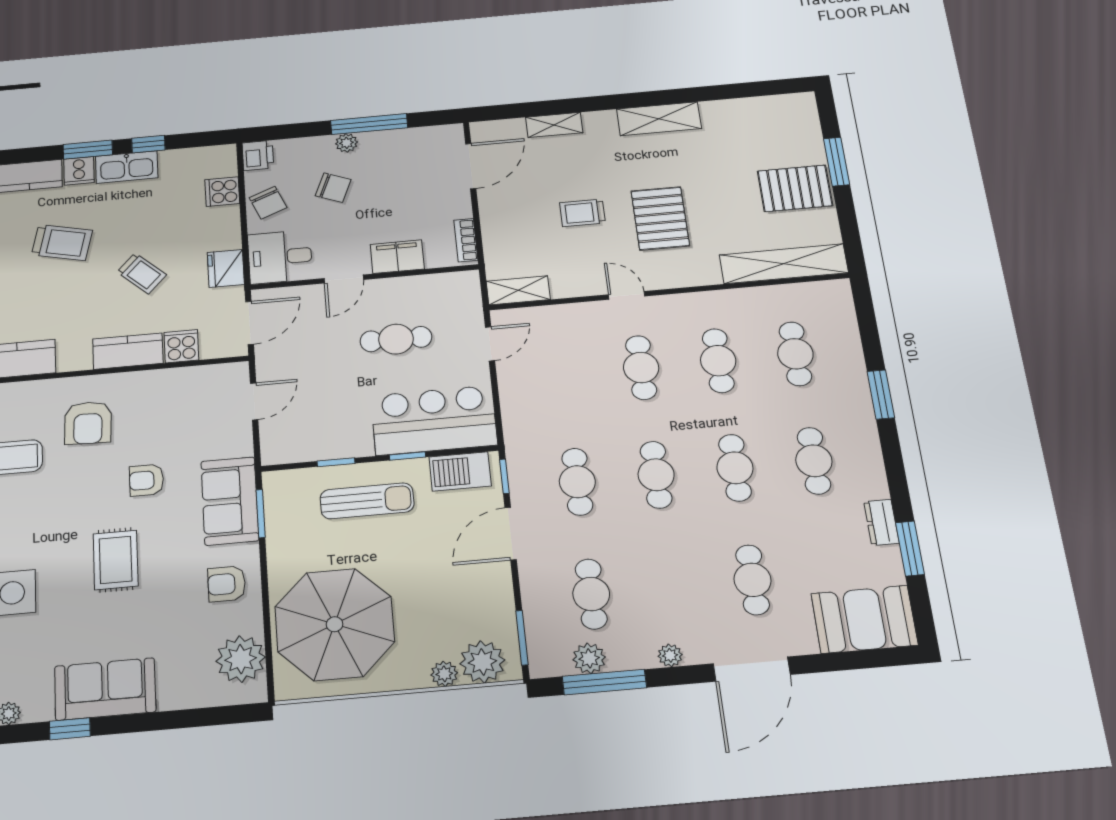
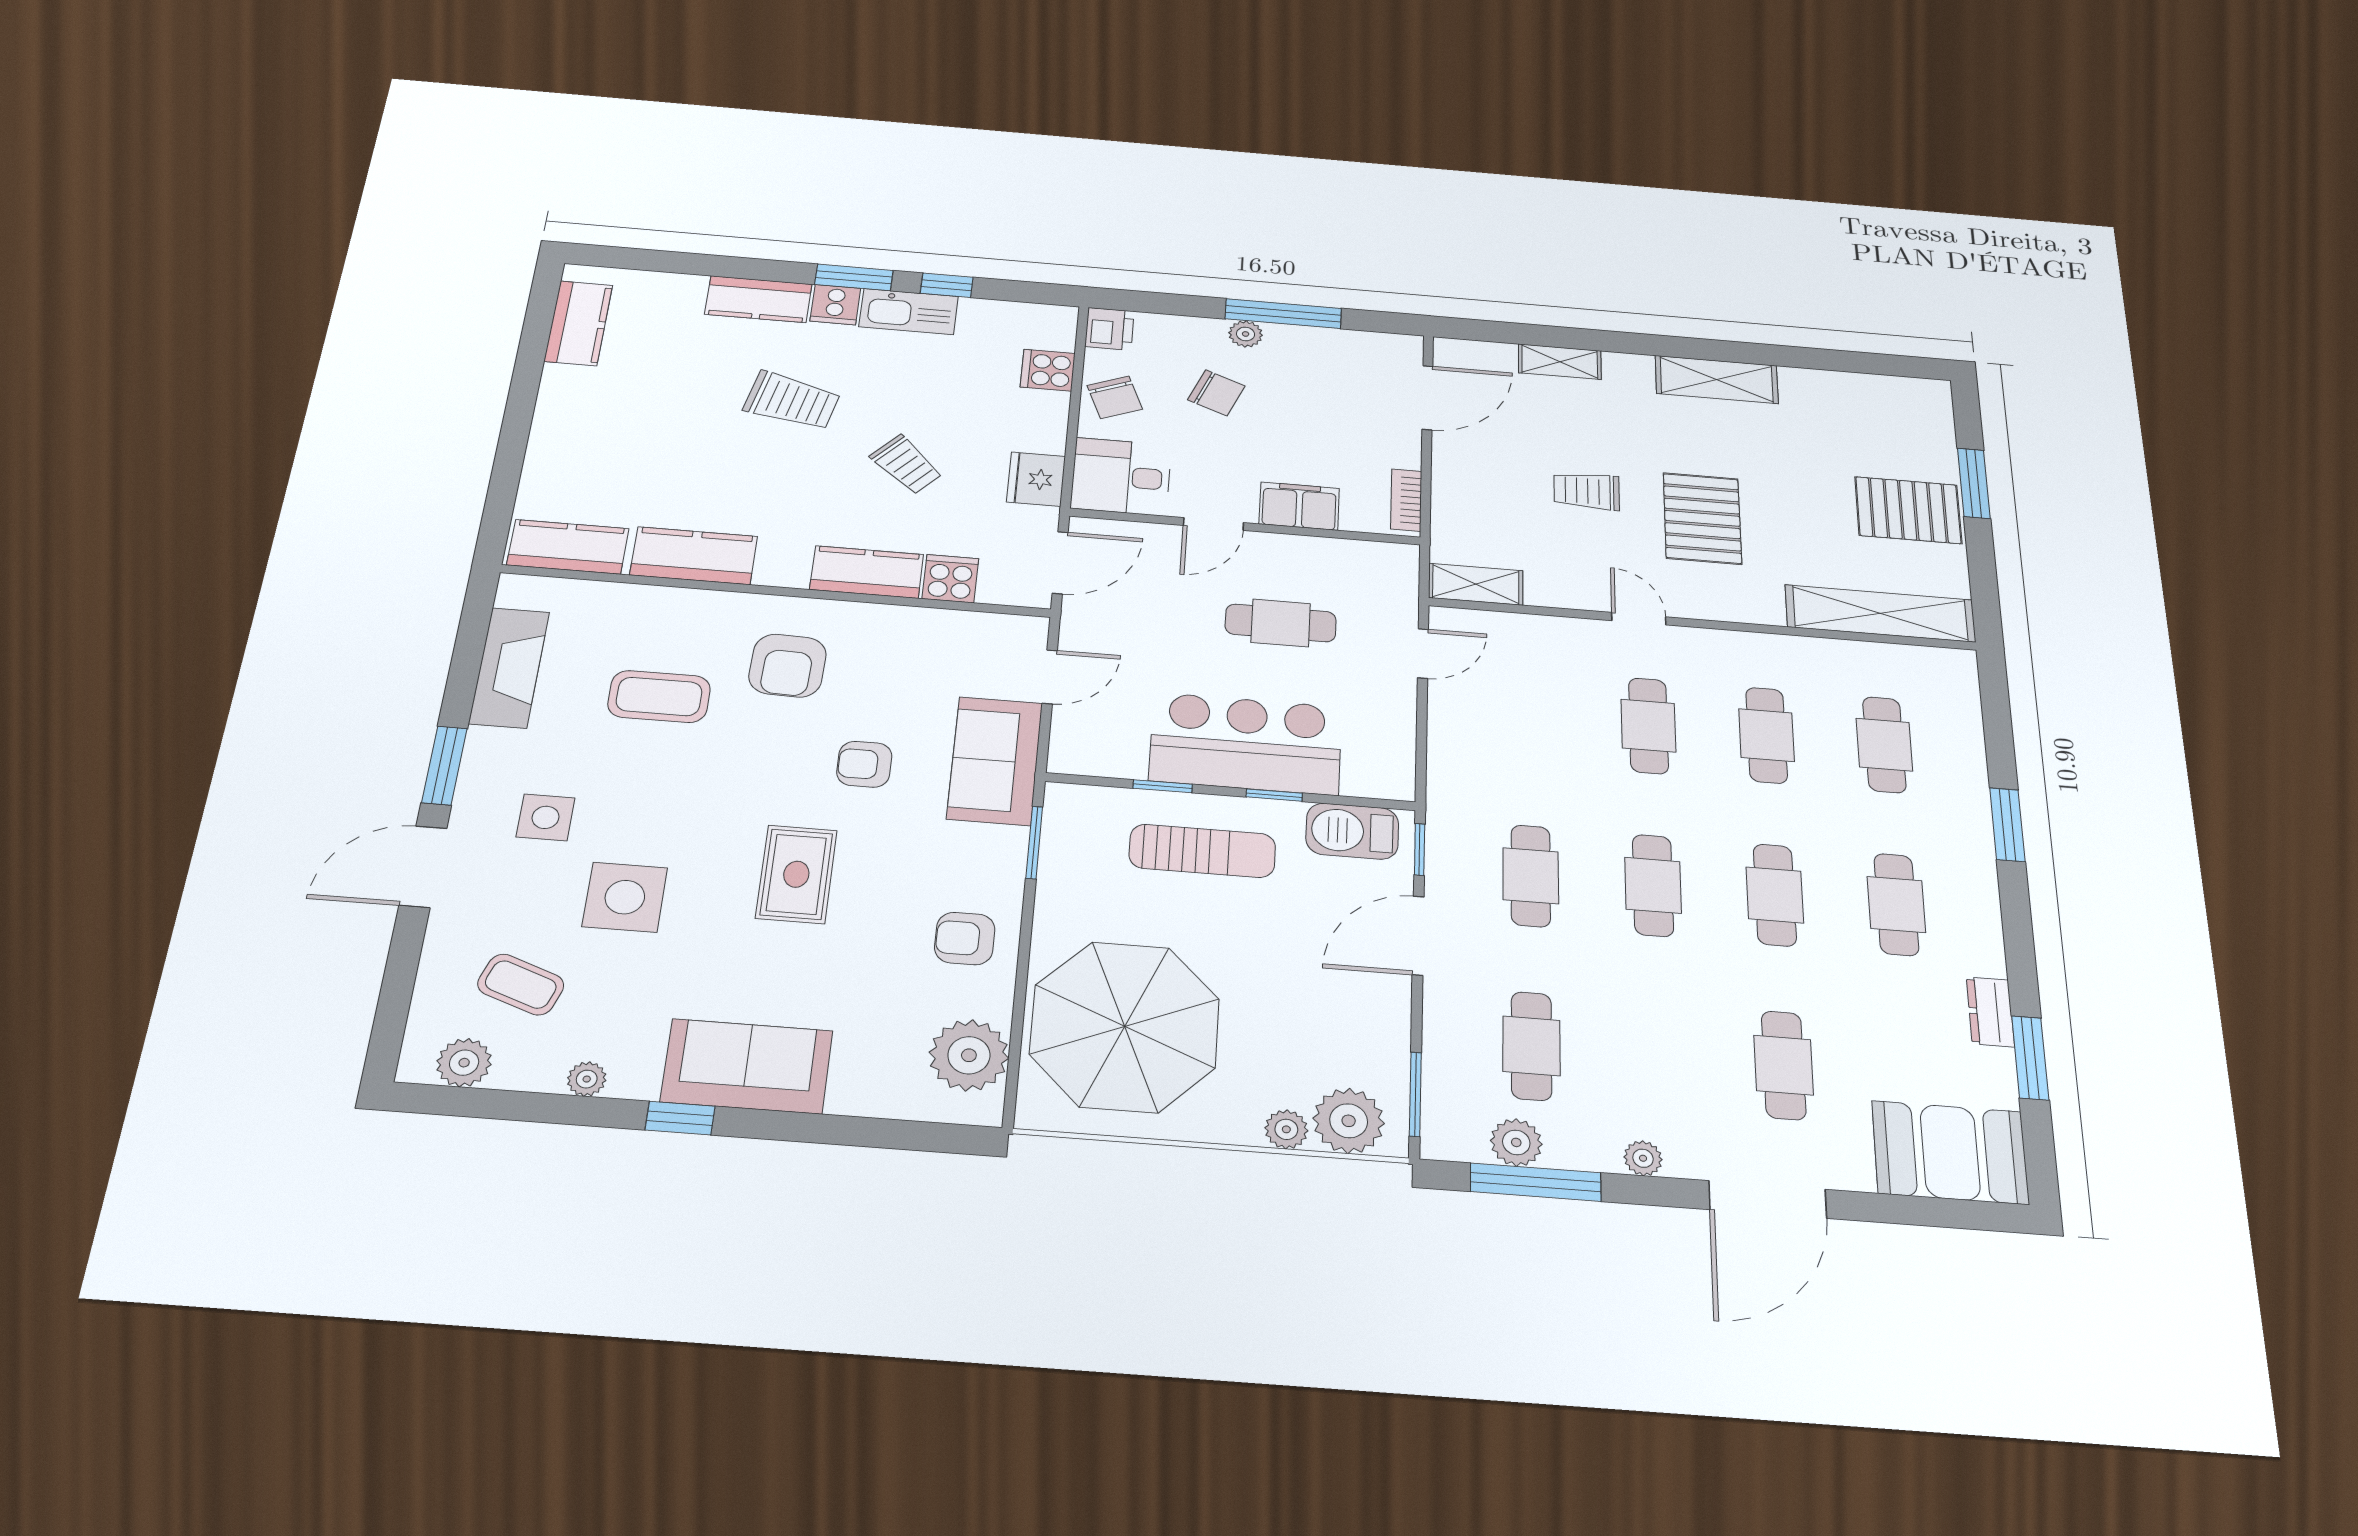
bar counter: (434, 420) -> (1246, 744), moved
sofa: (230, 501) -> (995, 761), moved

